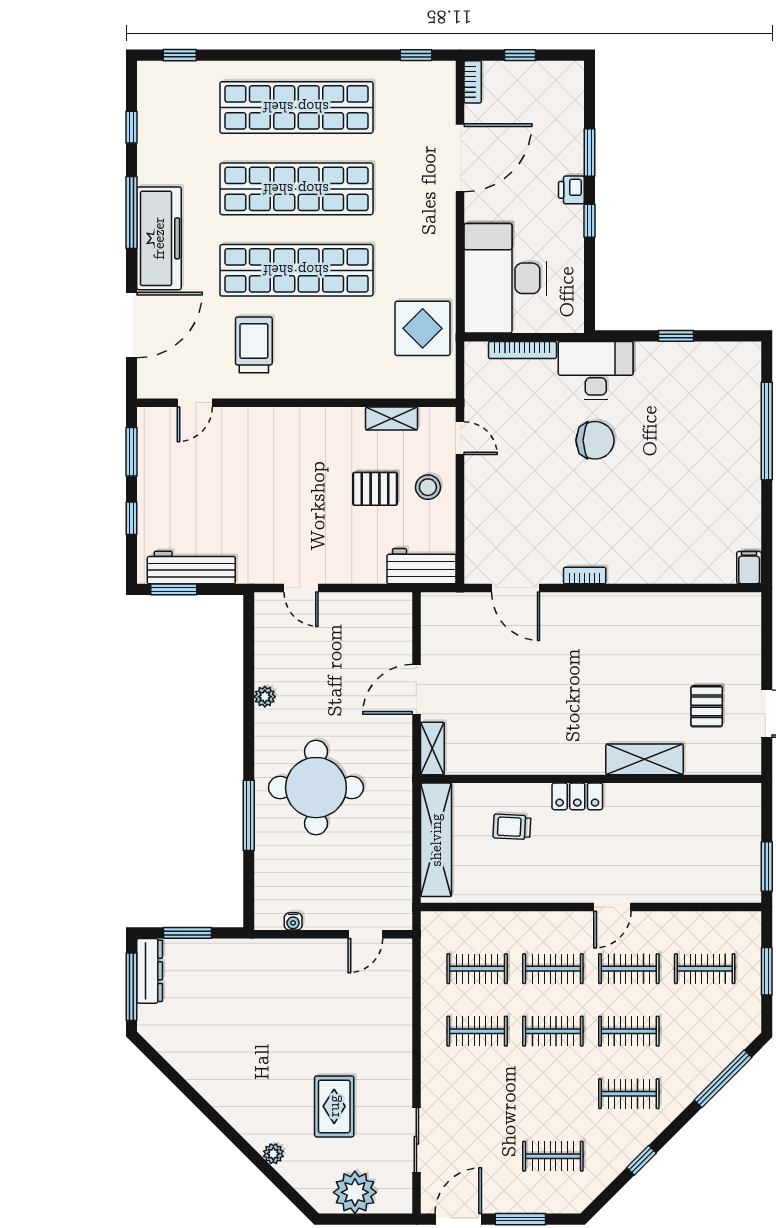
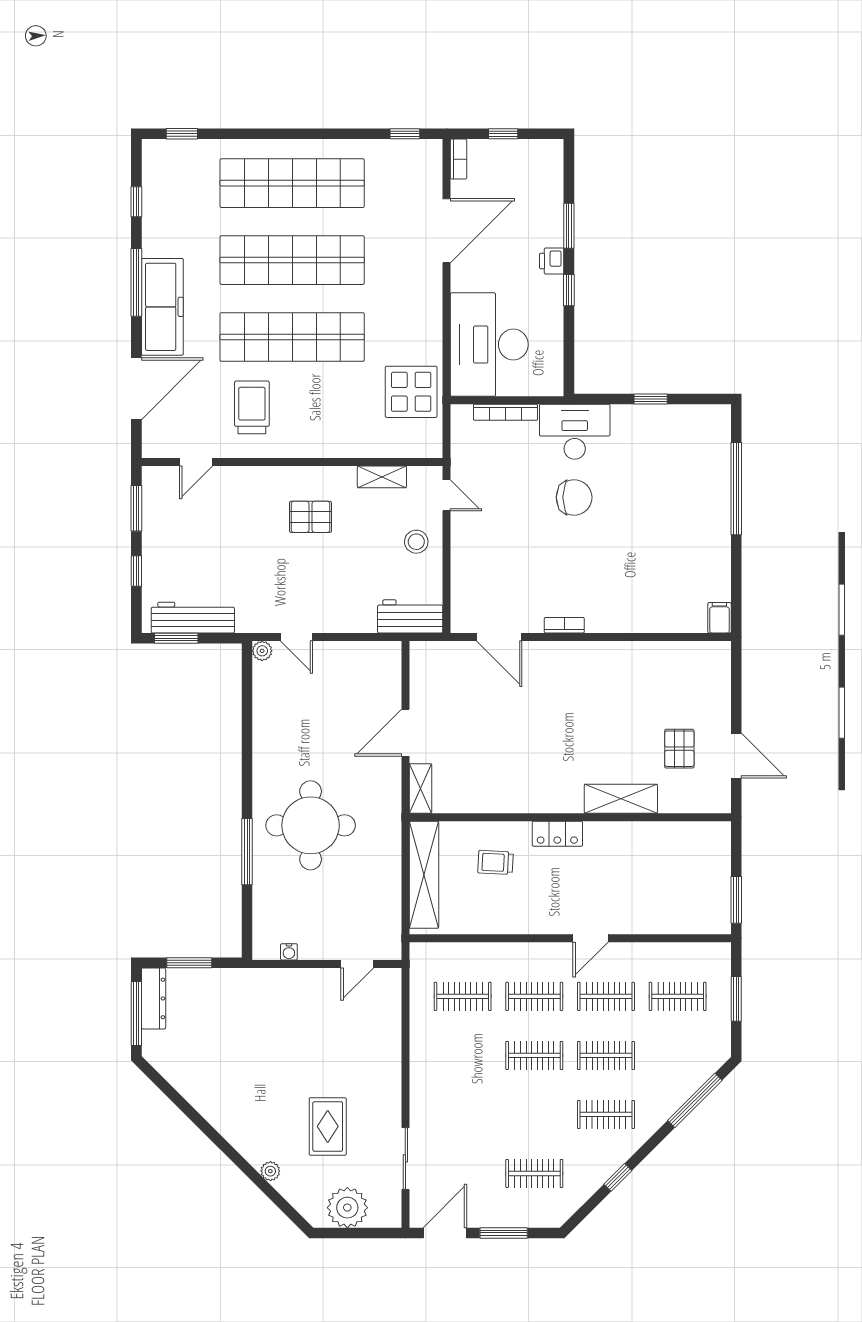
pallet: (375, 489) -> (310, 517), moved
plant: (265, 697) -> (262, 651), moved
clothes rail: (477, 1031) -> (463, 1055), removed

